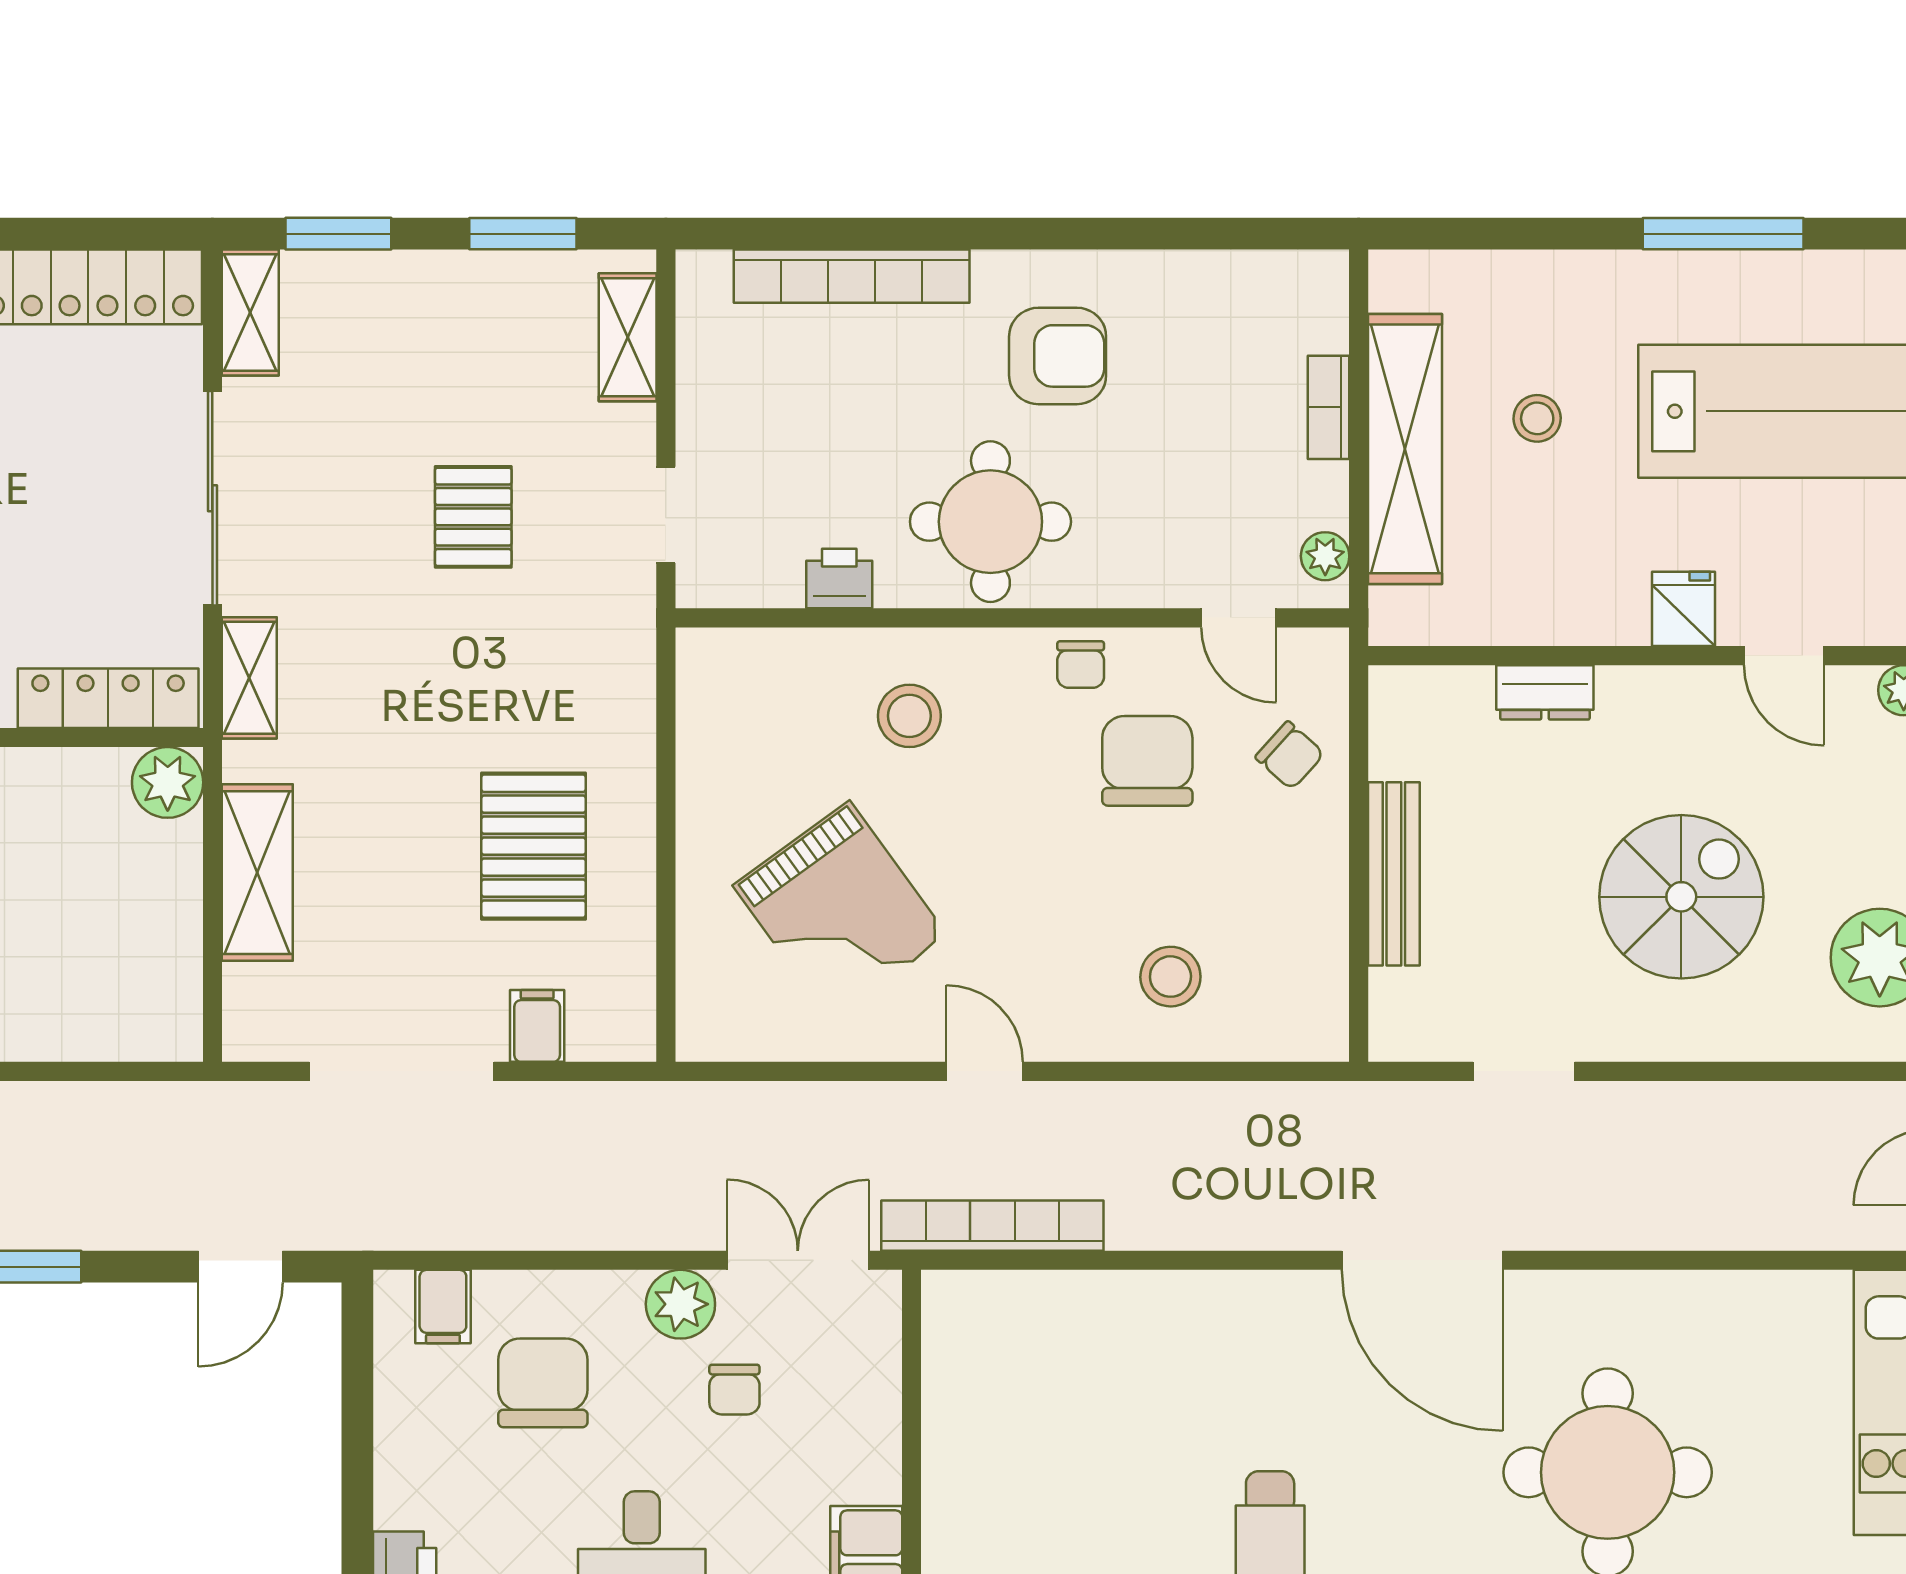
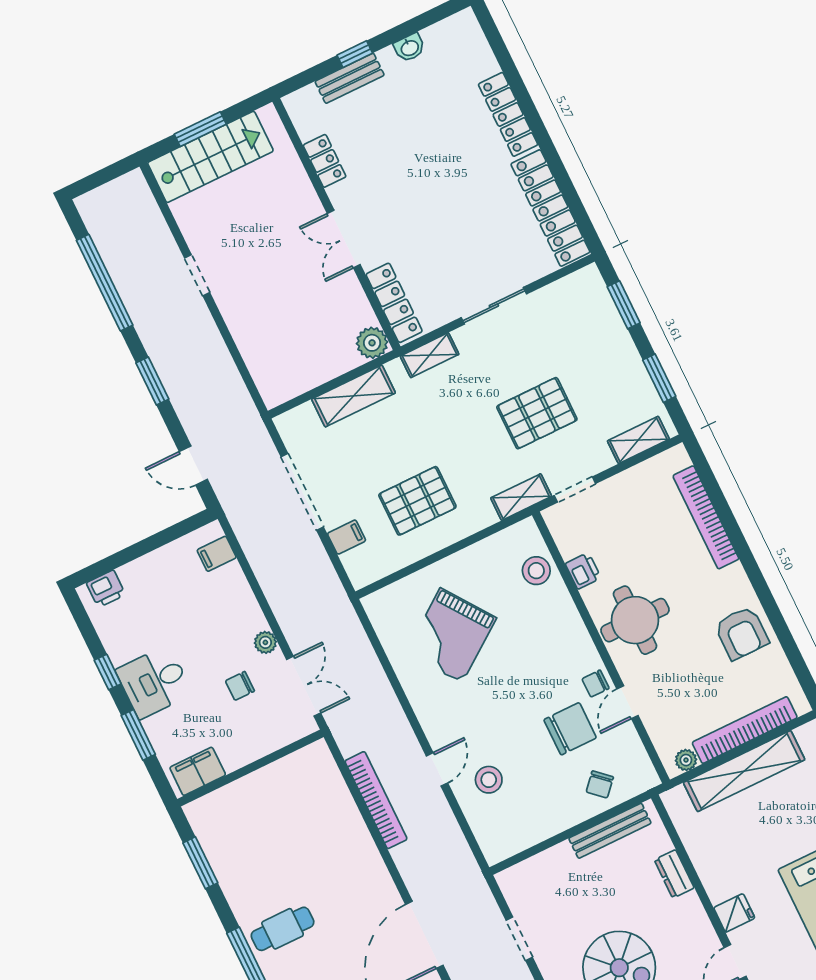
shelving: (250, 313) -> (521, 497), moved
armchair: (1058, 356) -> (742, 633), moved
bookcase: (1329, 407) -> (745, 730), width x2.31, depth x1.31
stool: (1537, 418) -> (782, 818), removed
sliding door: (212, 498) -> (494, 306), width x0.73
pallet: (473, 517) -> (537, 413), width x1.50, depth x1.42
door: (1239, 618) -> (628, 702), moved
stool: (909, 716) -> (536, 571), moved
bench: (1394, 874) -> (610, 831), moved
door: (985, 1071) -> (437, 769), moved
bookcase: (992, 1226) -> (376, 800), moved
plant: (680, 1304) -> (265, 642), width x0.73, depth x0.73
chair: (543, 1383) -> (206, 608), removed

